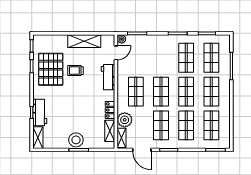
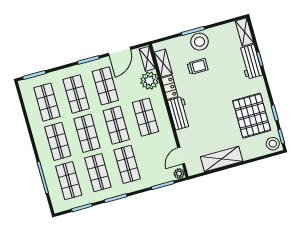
stool: (40, 42) -> (273, 144), added
shop shelf: (161, 58) -> (127, 164), added
trolley: (75, 71) -> (198, 67), moved
workbench: (108, 77) -> (179, 113), moved
door: (142, 150) -> (120, 51), swing flipped

